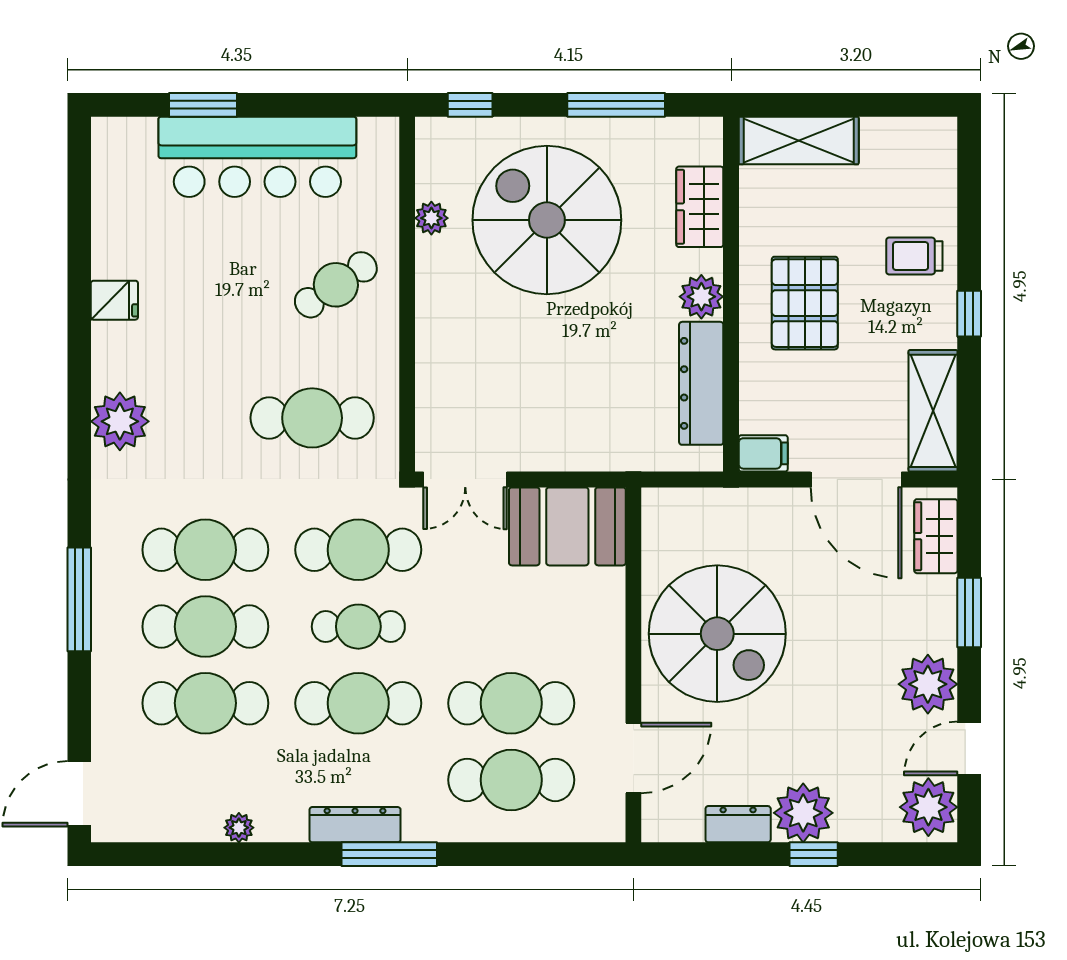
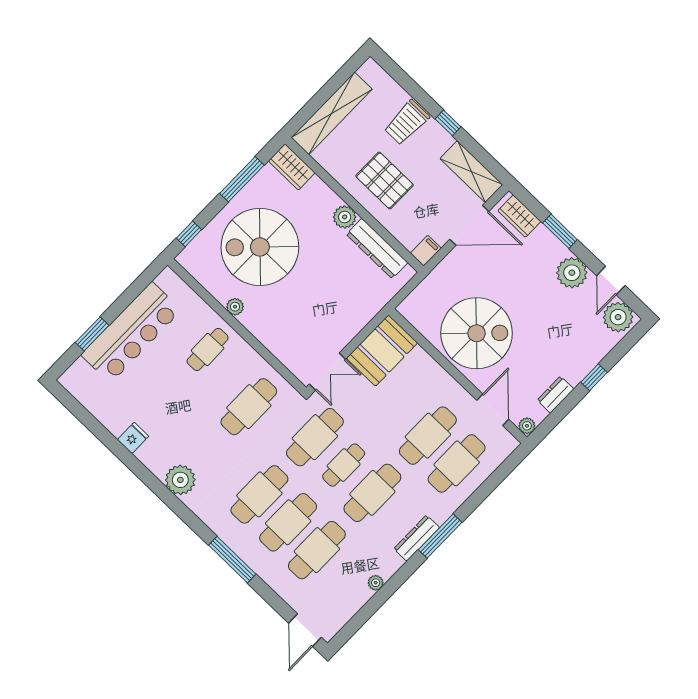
shelving: (799, 140) -> (332, 113), width x1.47
wardrobe: (700, 207) -> (292, 167), moved
plant: (431, 218) -> (235, 307), moved
trolley: (914, 256) -> (407, 122), width x1.36, depth x1.39
cafe table: (336, 285) -> (208, 349), turned 33
plant: (803, 813) -> (527, 426), moved, width x0.53, depth x0.53

